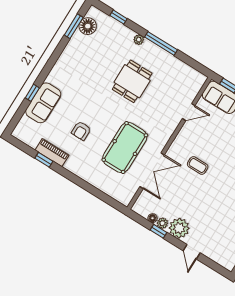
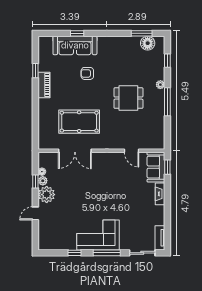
sofa: (43, 103) -> (75, 45), width x1.36
armchair: (81, 131) -> (87, 73), moved
piano: (52, 153) -> (44, 85), moved
coffee table: (198, 165) -> (98, 180), removed

